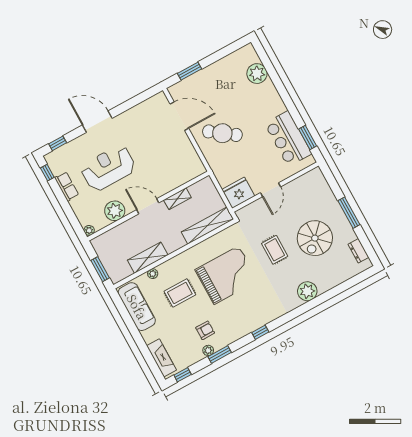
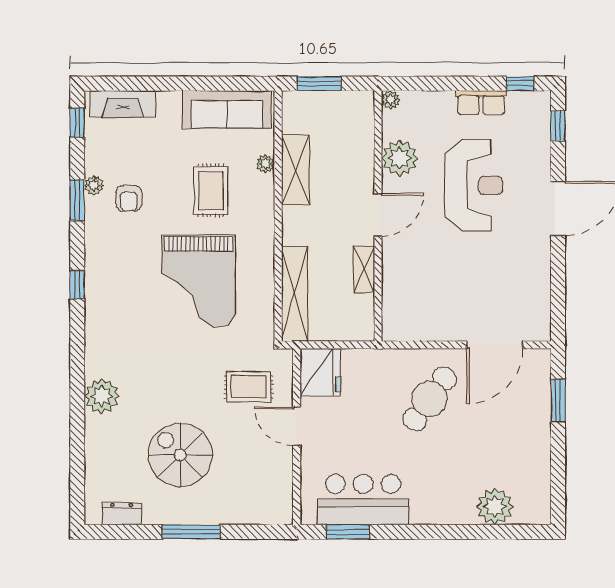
rug: (275, 250) -> (249, 387), moved

